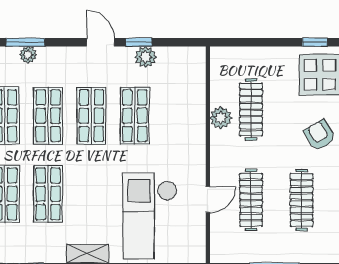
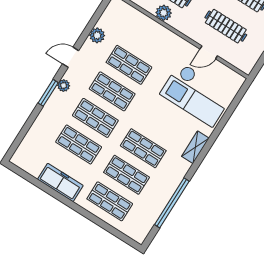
window: (25, 42) -> (48, 93), moved
window: (139, 42) -> (86, 34), removed
plant: (28, 55) -> (64, 86), moved
door: (208, 199) -> (209, 52), swing flipped

